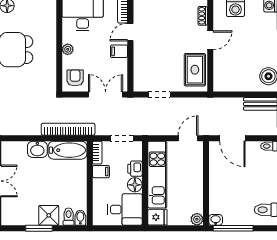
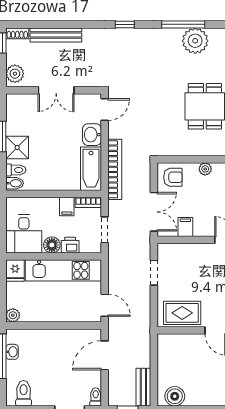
filing cabinet: (119, 51) -> (185, 227), moved
door: (15, 138) -> (105, 110), added
washbasin: (216, 220) -> (12, 352), moved

